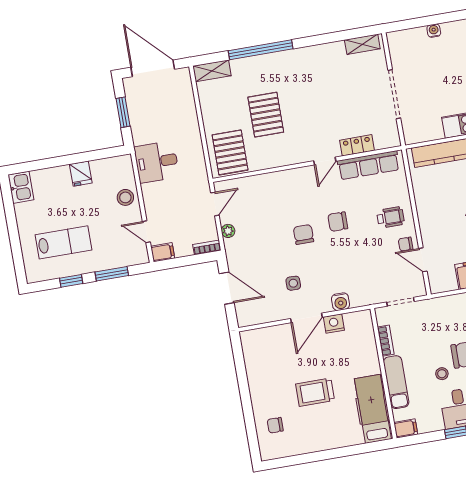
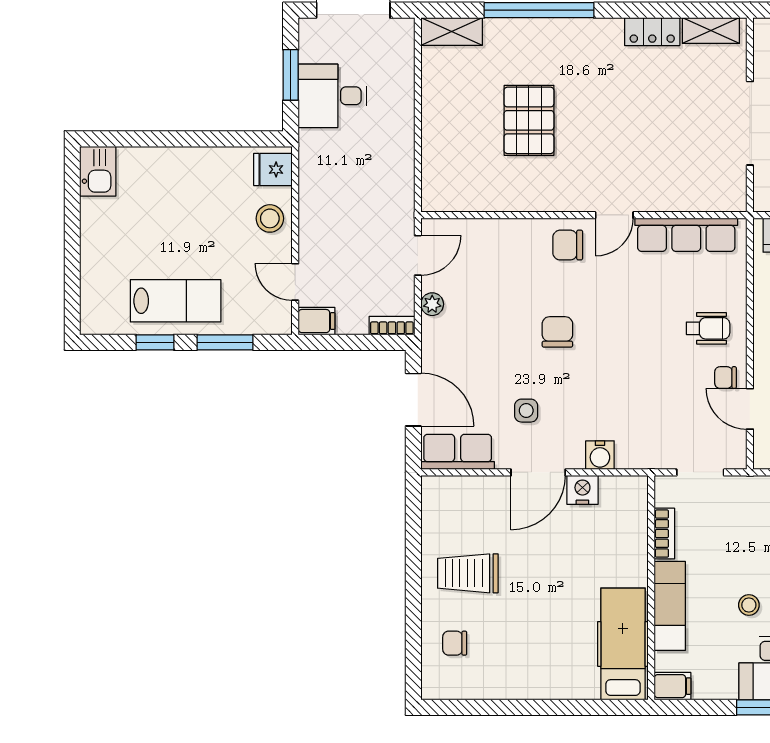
locker: (357, 145) -> (652, 32), moved, turned 180
pallet: (230, 152) -> (458, 173), removed
desk: (157, 162) -> (332, 96), moved
fridge: (81, 174) -> (273, 169), moved, turned 90
chair: (338, 222) -> (568, 245), moved
lab bench: (63, 242) -> (176, 301), moved
row of seats: (258, 314) -> (458, 452), added
trolley: (315, 392) -> (468, 573), moved

